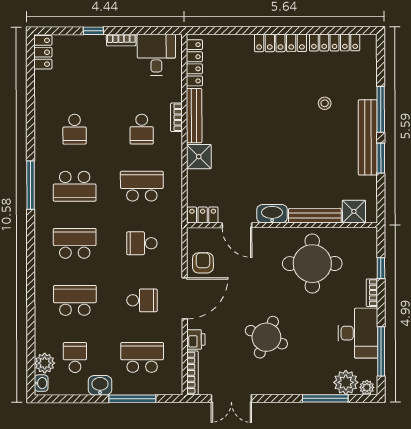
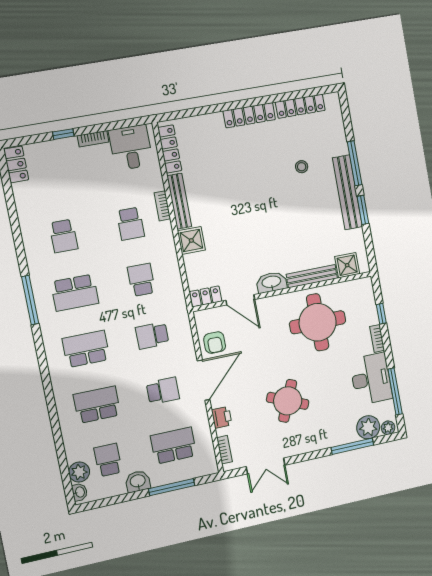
school desk: (142, 186) -> (141, 280), width x0.54
armchair: (203, 263) -> (215, 343), turned 180
bookcase: (192, 373) -> (224, 450), width x0.64

